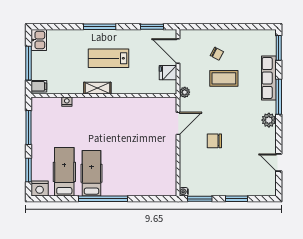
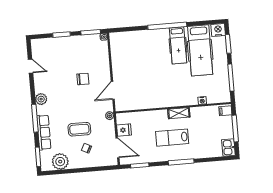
plant: (251, 40) -> (60, 162), added
lab bench: (108, 58) -> (172, 138), turned 180
hospital bed: (64, 172) -> (200, 50), width x1.37, depth x1.29

